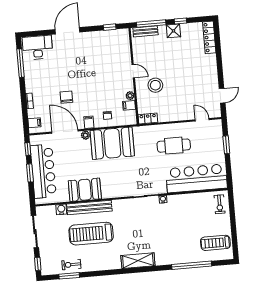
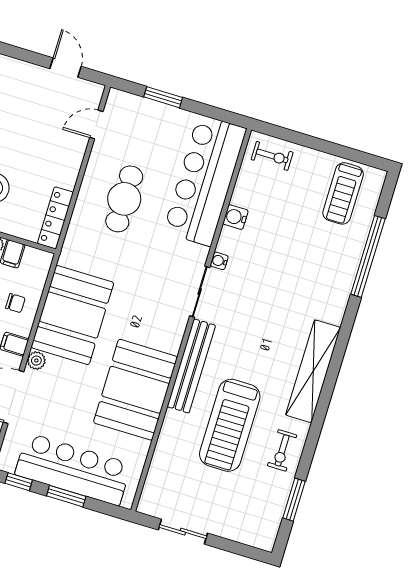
locker: (148, 118) -> (55, 218), width x1.53
booth: (85, 190) -> (135, 390), width x1.36, depth x1.42
bench: (89, 208) -> (191, 366), moved
water cooler: (61, 209) -> (235, 217), moved
sliding door: (35, 232) -> (183, 532), width x0.73
shelving: (138, 261) -> (313, 371), width x1.47
window: (38, 264) -> (247, 551), removed
exercise bike: (71, 265) -> (282, 450), moved

